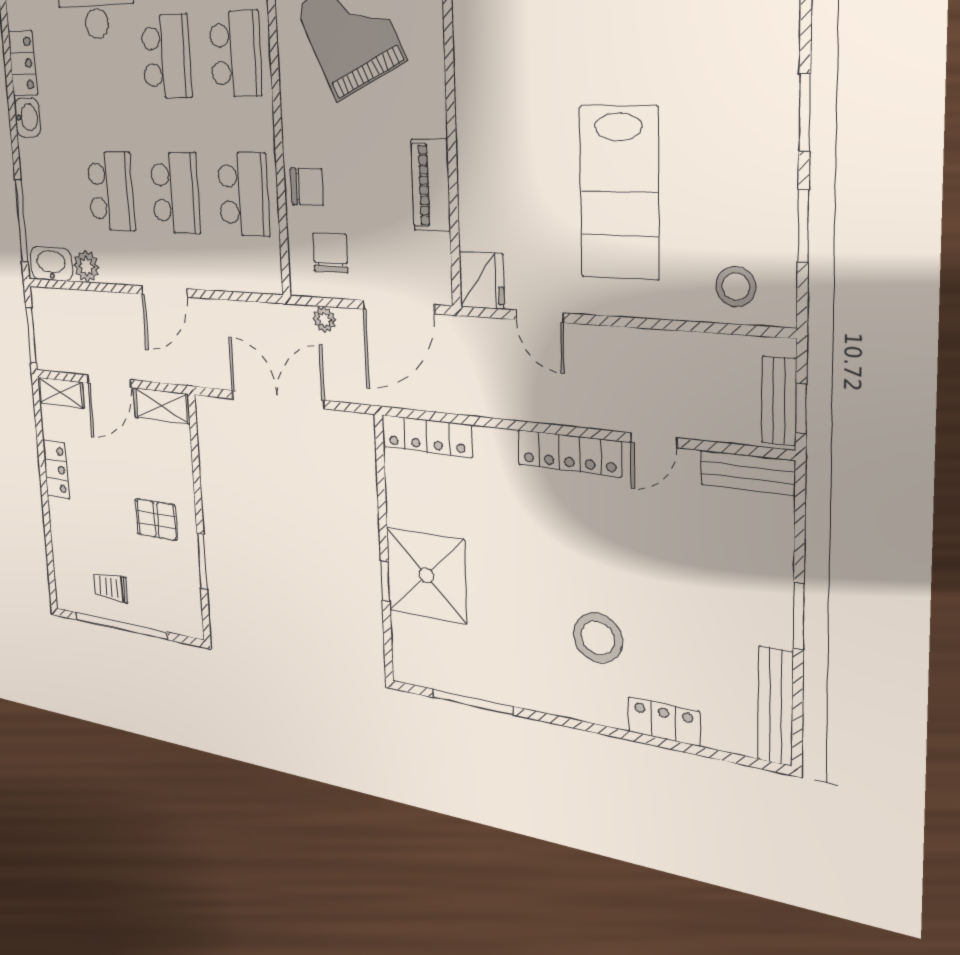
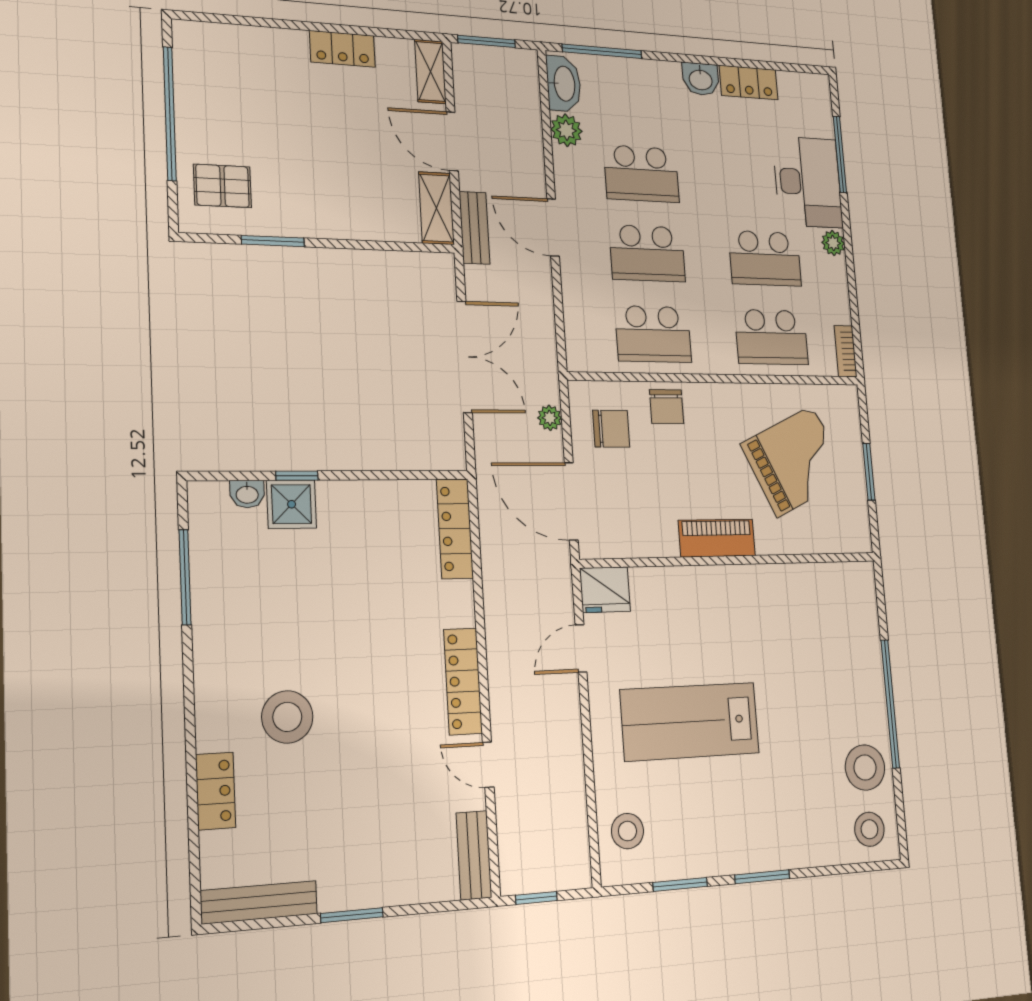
piano: (431, 185) -> (717, 538), moved
bench: (779, 401) -> (474, 228), moved, turned 90
pallet: (156, 520) -> (222, 186), moved, turned 90
shower: (426, 575) -> (292, 504), width x0.54, depth x0.54
trolley: (111, 587) -> (215, 105), removed
washbasin: (402, 630) -> (247, 494), added

